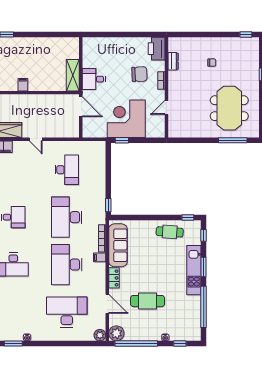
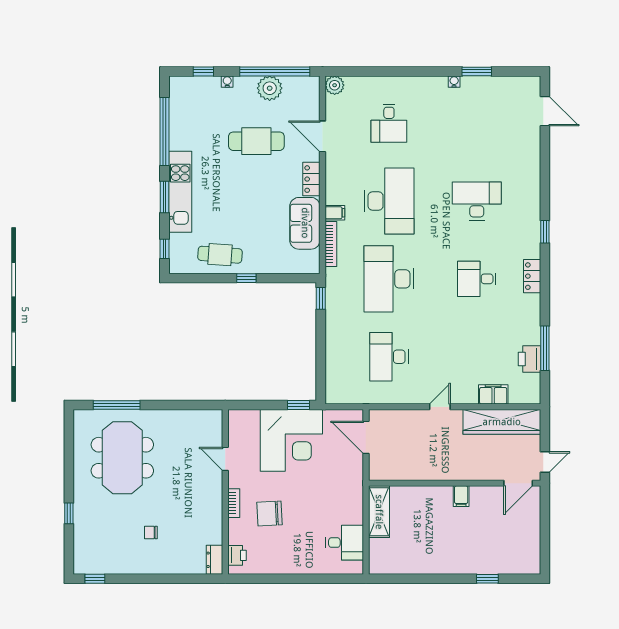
printer: (157, 49) -> (237, 555), width x0.53, depth x0.68
dresser: (173, 61) -> (214, 560), moved
desk: (94, 79) -> (345, 543), moved
door: (81, 107) -> (366, 437), moved
door: (166, 107) -> (225, 459), swing flipped
door: (36, 139) -> (440, 407), hinge flipped
desk: (67, 217) -> (389, 279), turned 180
window: (188, 218) -> (246, 278), moved
sofa: (118, 245) -> (305, 223), width x0.73
desk: (67, 312) -> (389, 123), width x0.53, depth x0.77
plant: (116, 333) -> (270, 88), moved

